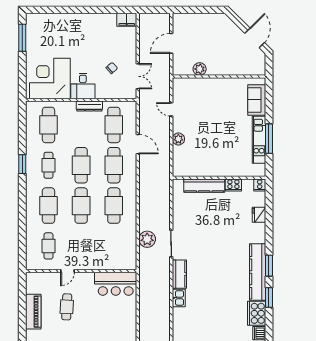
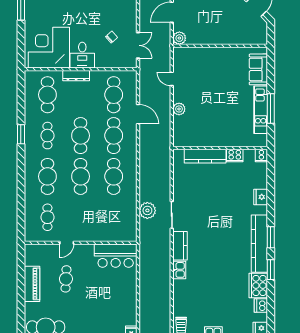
plant: (200, 69) -> (179, 38), moved
dresser: (89, 106) -> (76, 76), moved
fridge: (259, 215) -> (261, 197), moved

